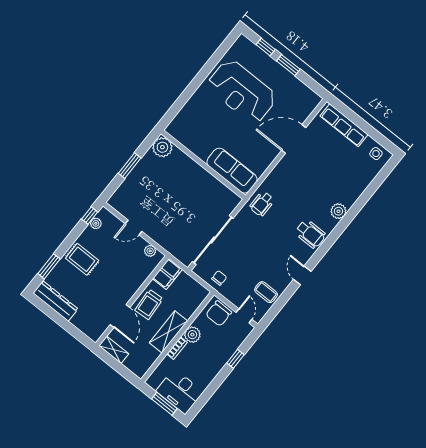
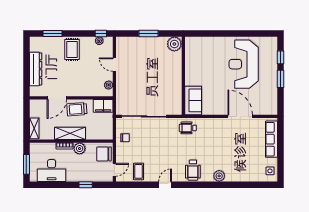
sofa: (232, 171) -> (193, 100), width x0.73
dresser: (56, 301) -> (36, 69), moved
shelving: (114, 350) -> (34, 128), moved
desk: (180, 391) -> (52, 171), moved, turned -90

